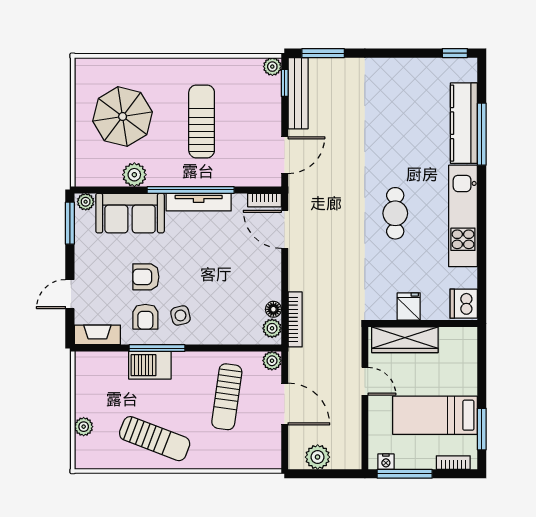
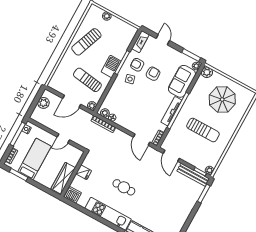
plant: (134, 175) -> (207, 72), moved
door: (285, 229) -> (142, 140), swing flipped
wardrobe: (405, 340) -> (63, 178), moved
barbecue: (150, 365) -> (111, 67), moved

